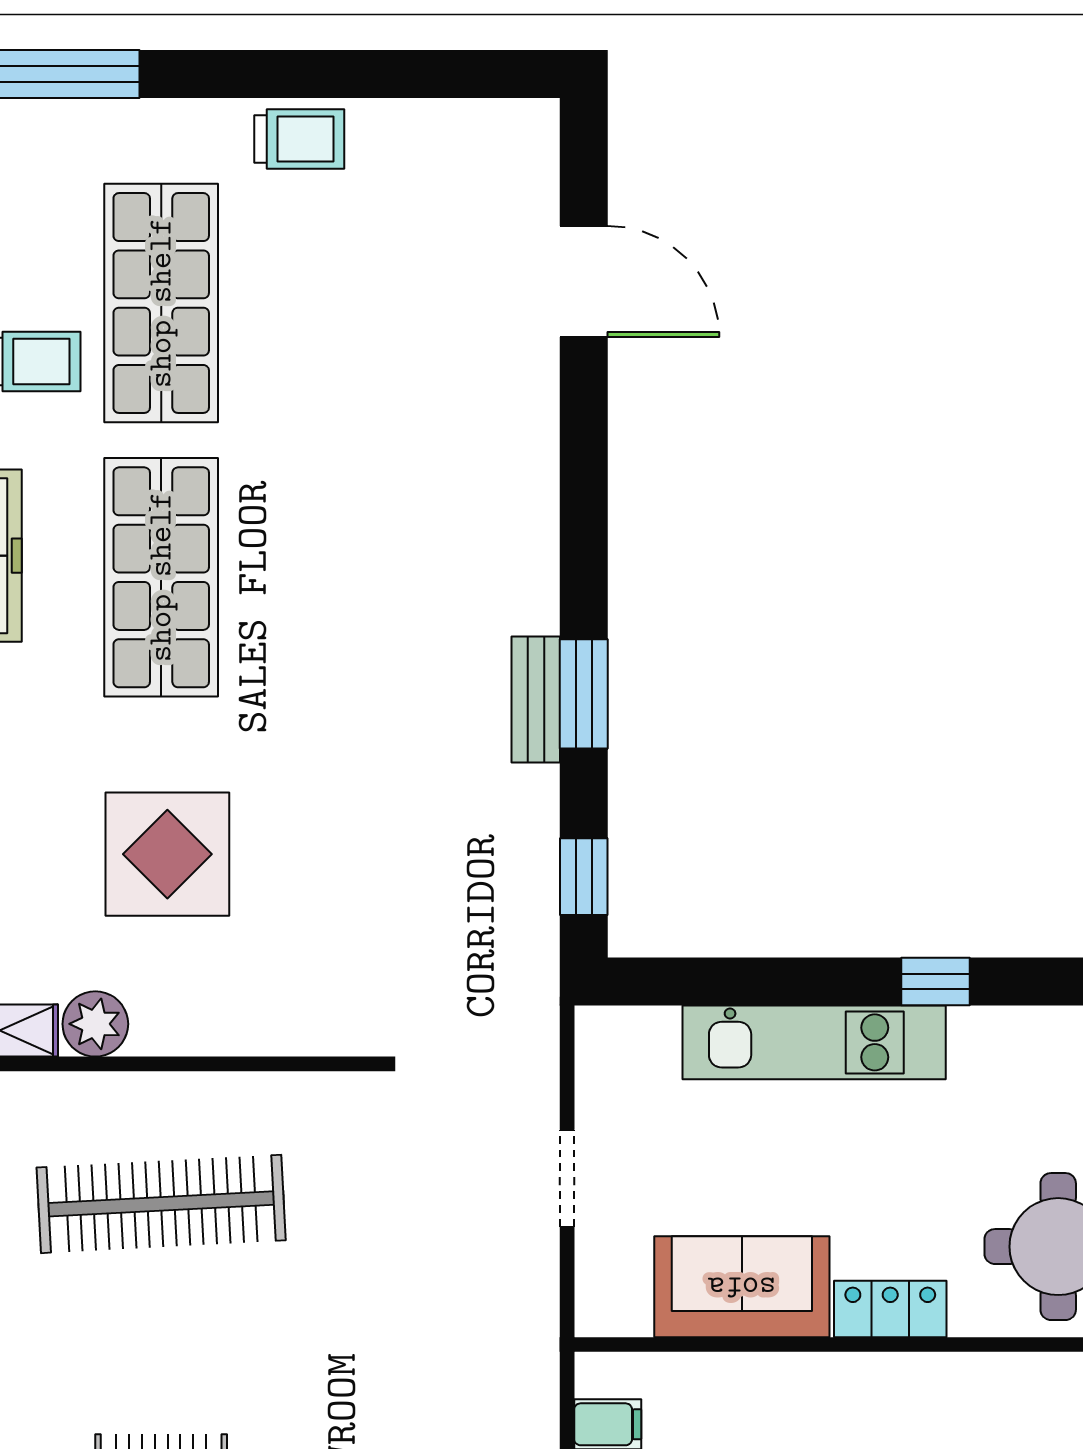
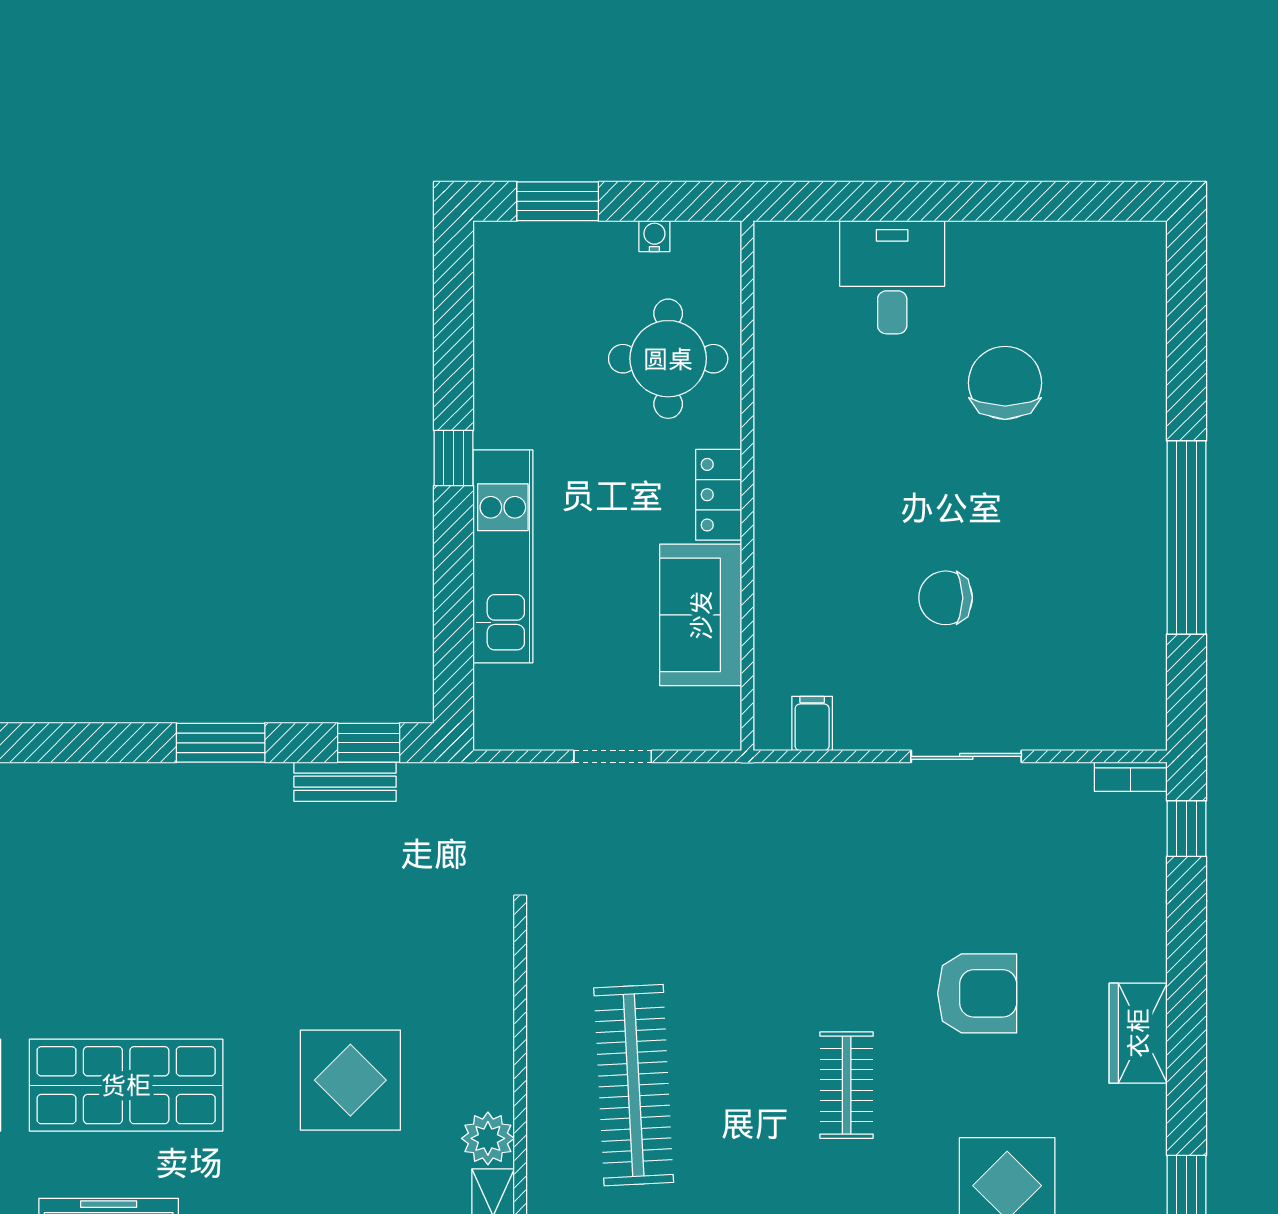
bench: (536, 700) -> (345, 782), moved

